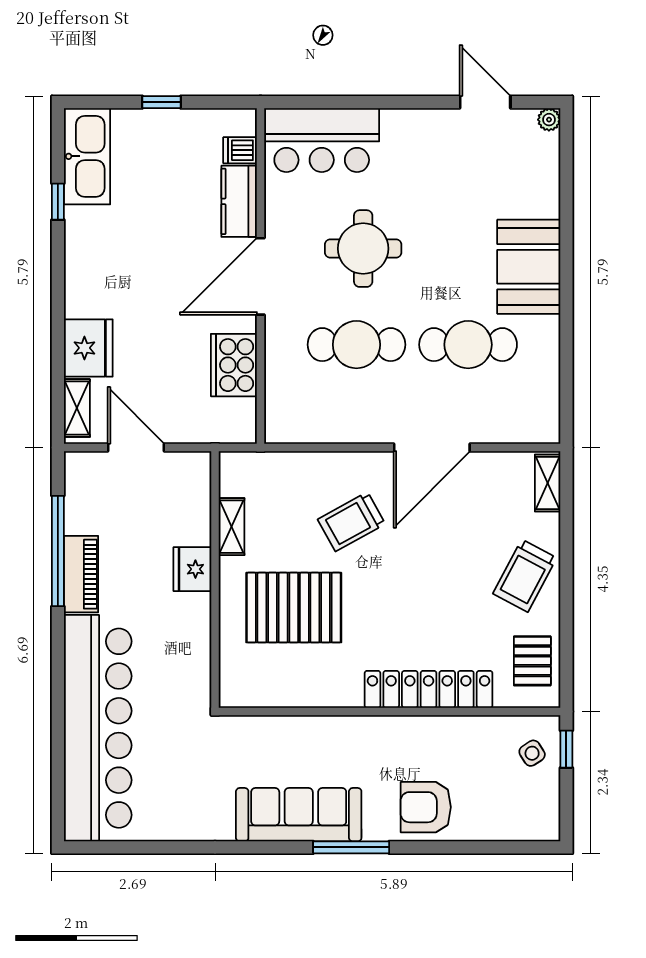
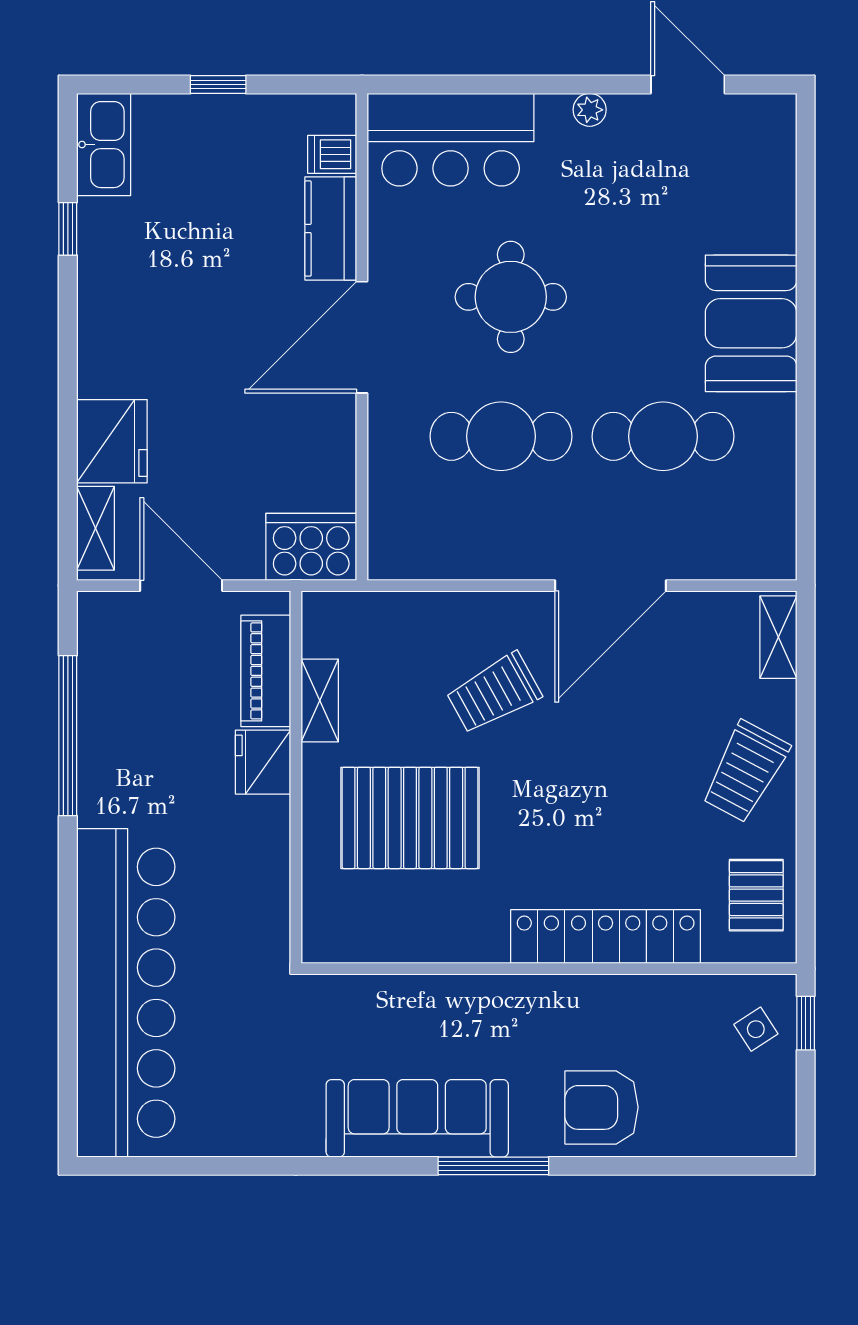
plant: (549, 120) -> (590, 110), moved
kitchen sink: (87, 156) -> (104, 145), width x0.73, depth x0.81
cooker: (234, 365) -> (311, 547), moved, turned 90
piano: (81, 574) -> (266, 671), moved, turned 180

